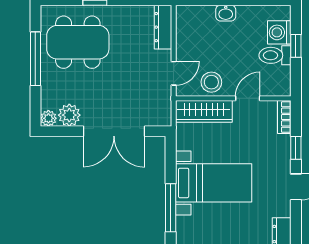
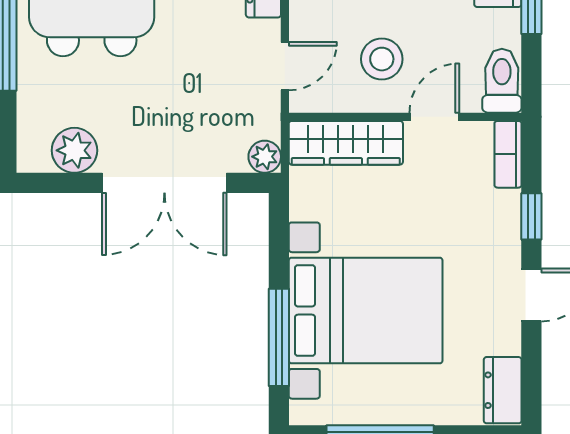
toilet: (275, 55) -> (502, 81), moved, turned 90
stool: (211, 82) -> (382, 59), moved
plant: (48, 118) -> (265, 157), moved
bed with nightstands: (214, 183) -> (366, 311), width x1.36

